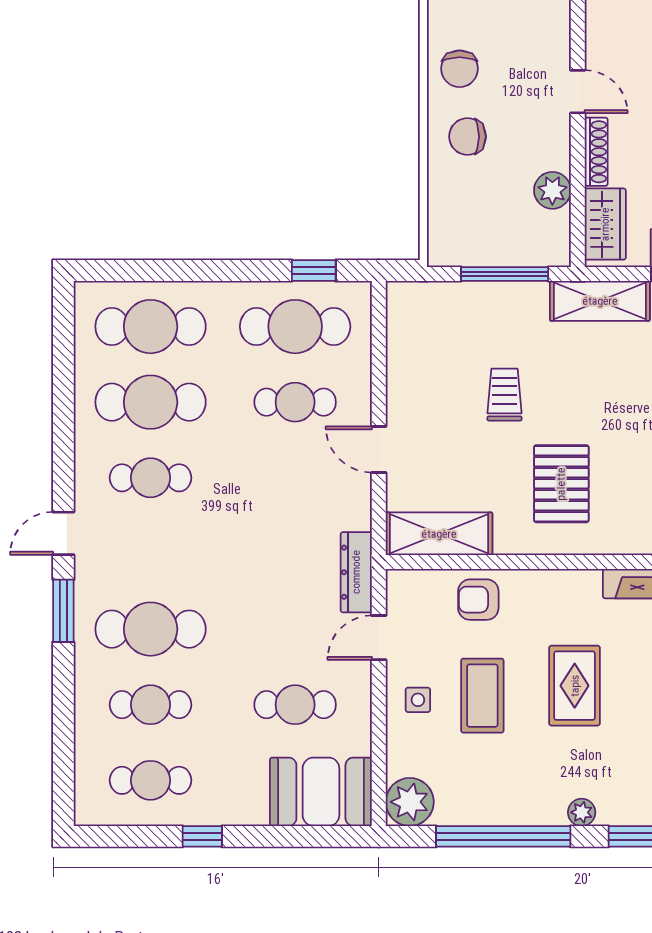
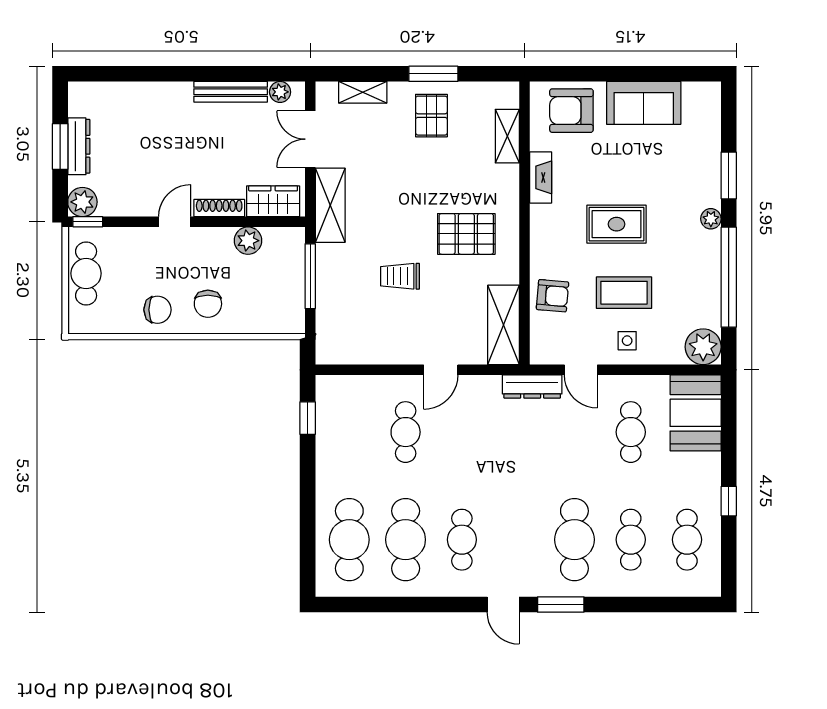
cafe table: (295, 327) -> (349, 432), removed
armchair: (478, 600) -> (552, 296), turned -85

